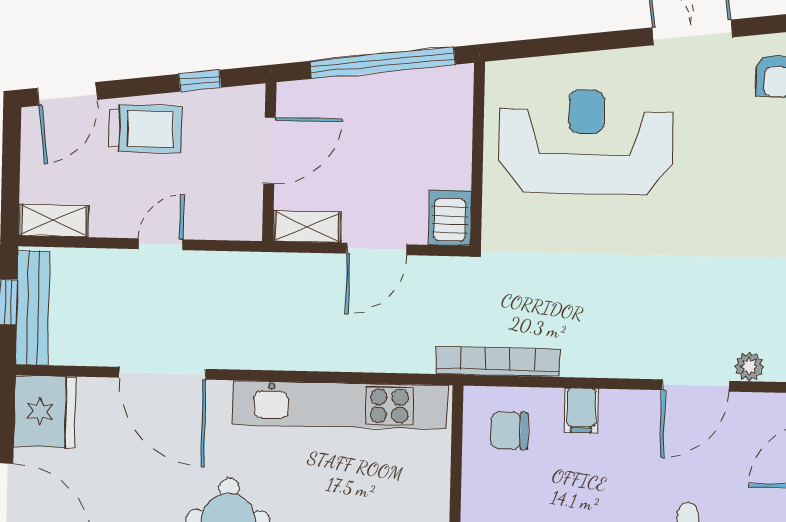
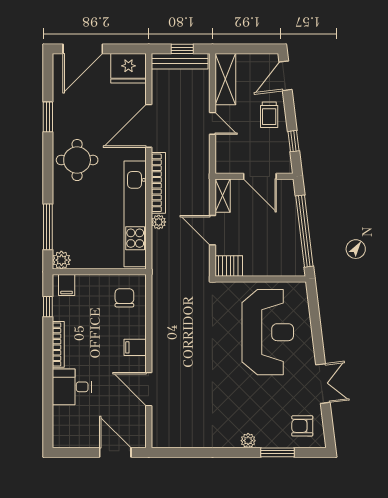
door: (67, 94) -> (286, 76), hinge flipped
trolley: (145, 129) -> (269, 115), width x0.73, depth x0.72
shelving: (54, 221) -> (225, 79), width x1.50, depth x1.33
bookcase: (498, 361) -> (158, 183), moved
plant: (749, 367) -> (159, 222), moved
filing cabinet: (581, 410) -> (135, 347), moved

